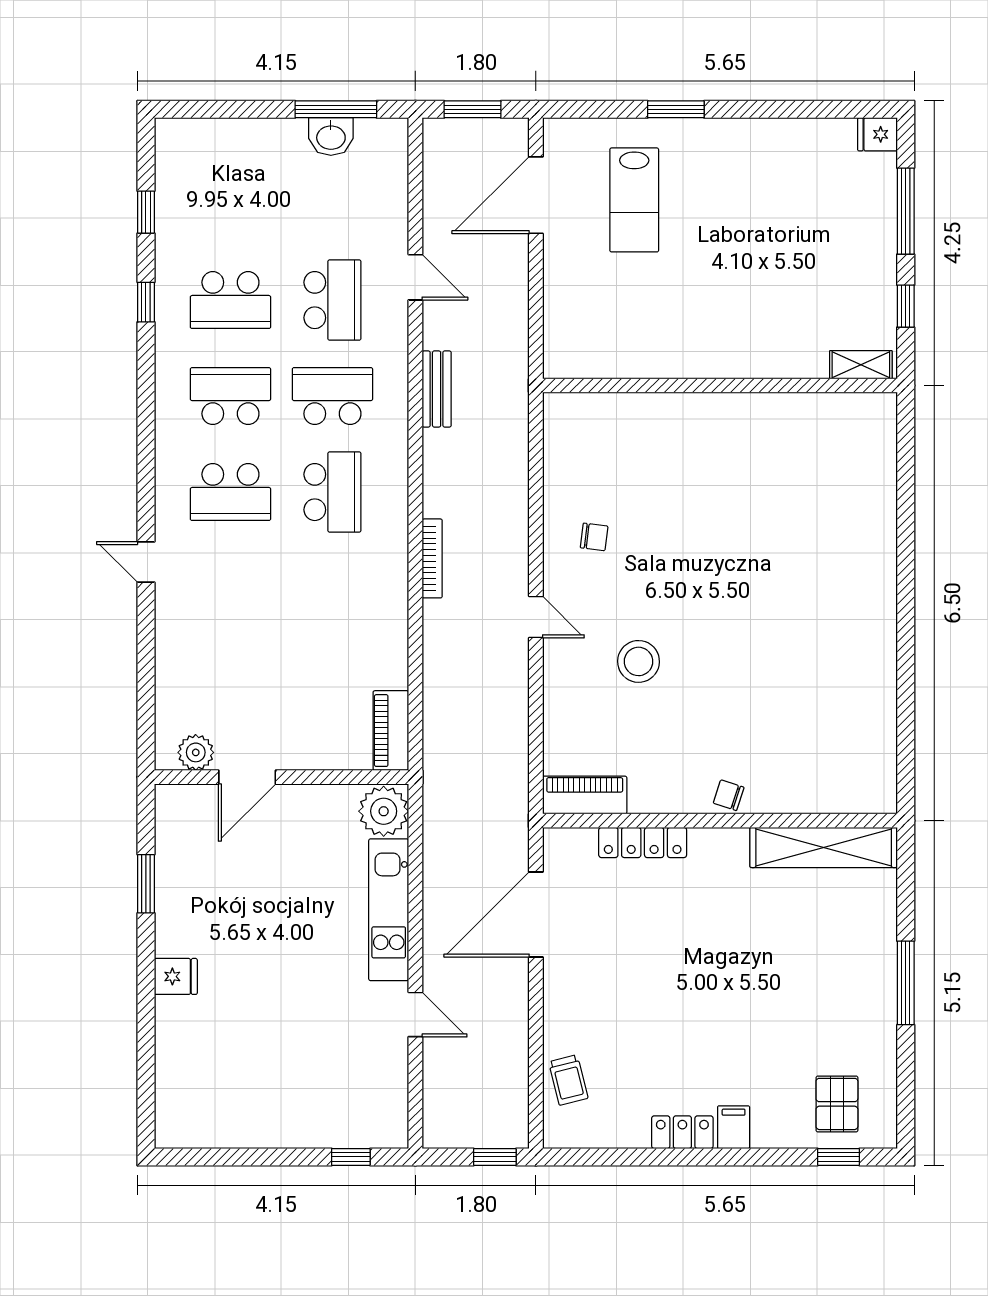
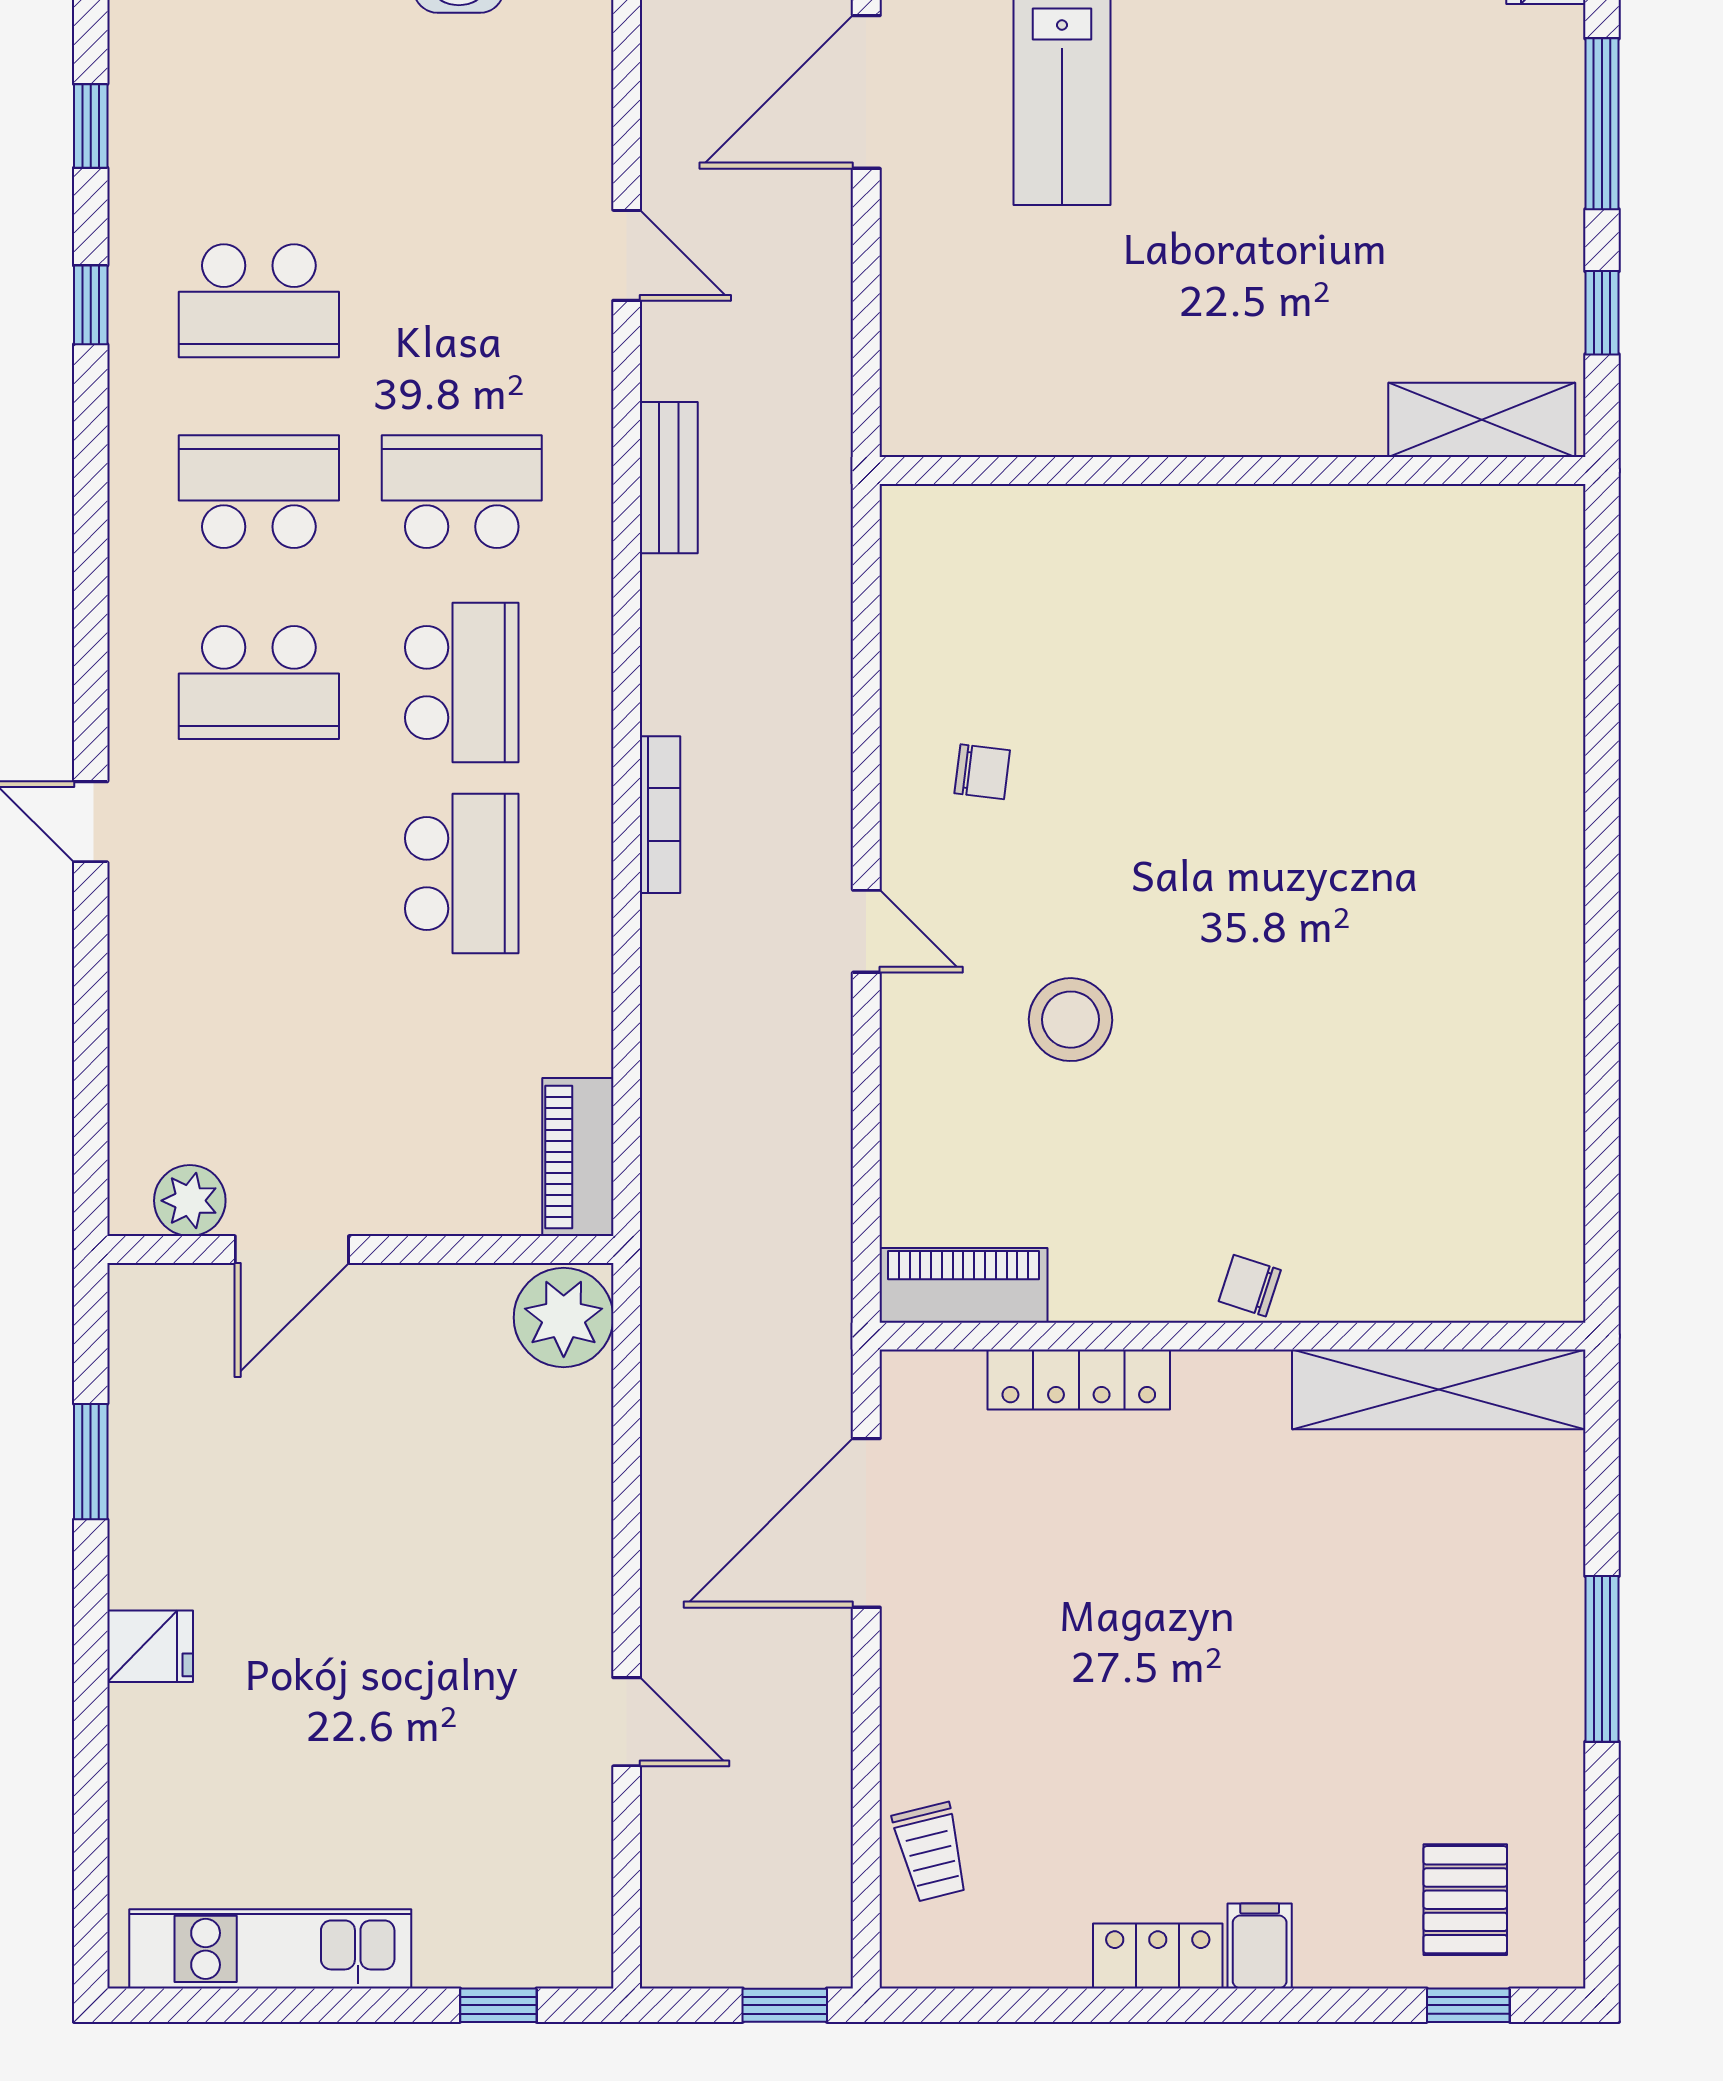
school desk: (332, 300) -> (462, 873), moved
shelving: (861, 365) -> (1482, 420), width x1.50, depth x1.33
kitchen unit: (389, 910) -> (270, 1949), moved, turned 90

